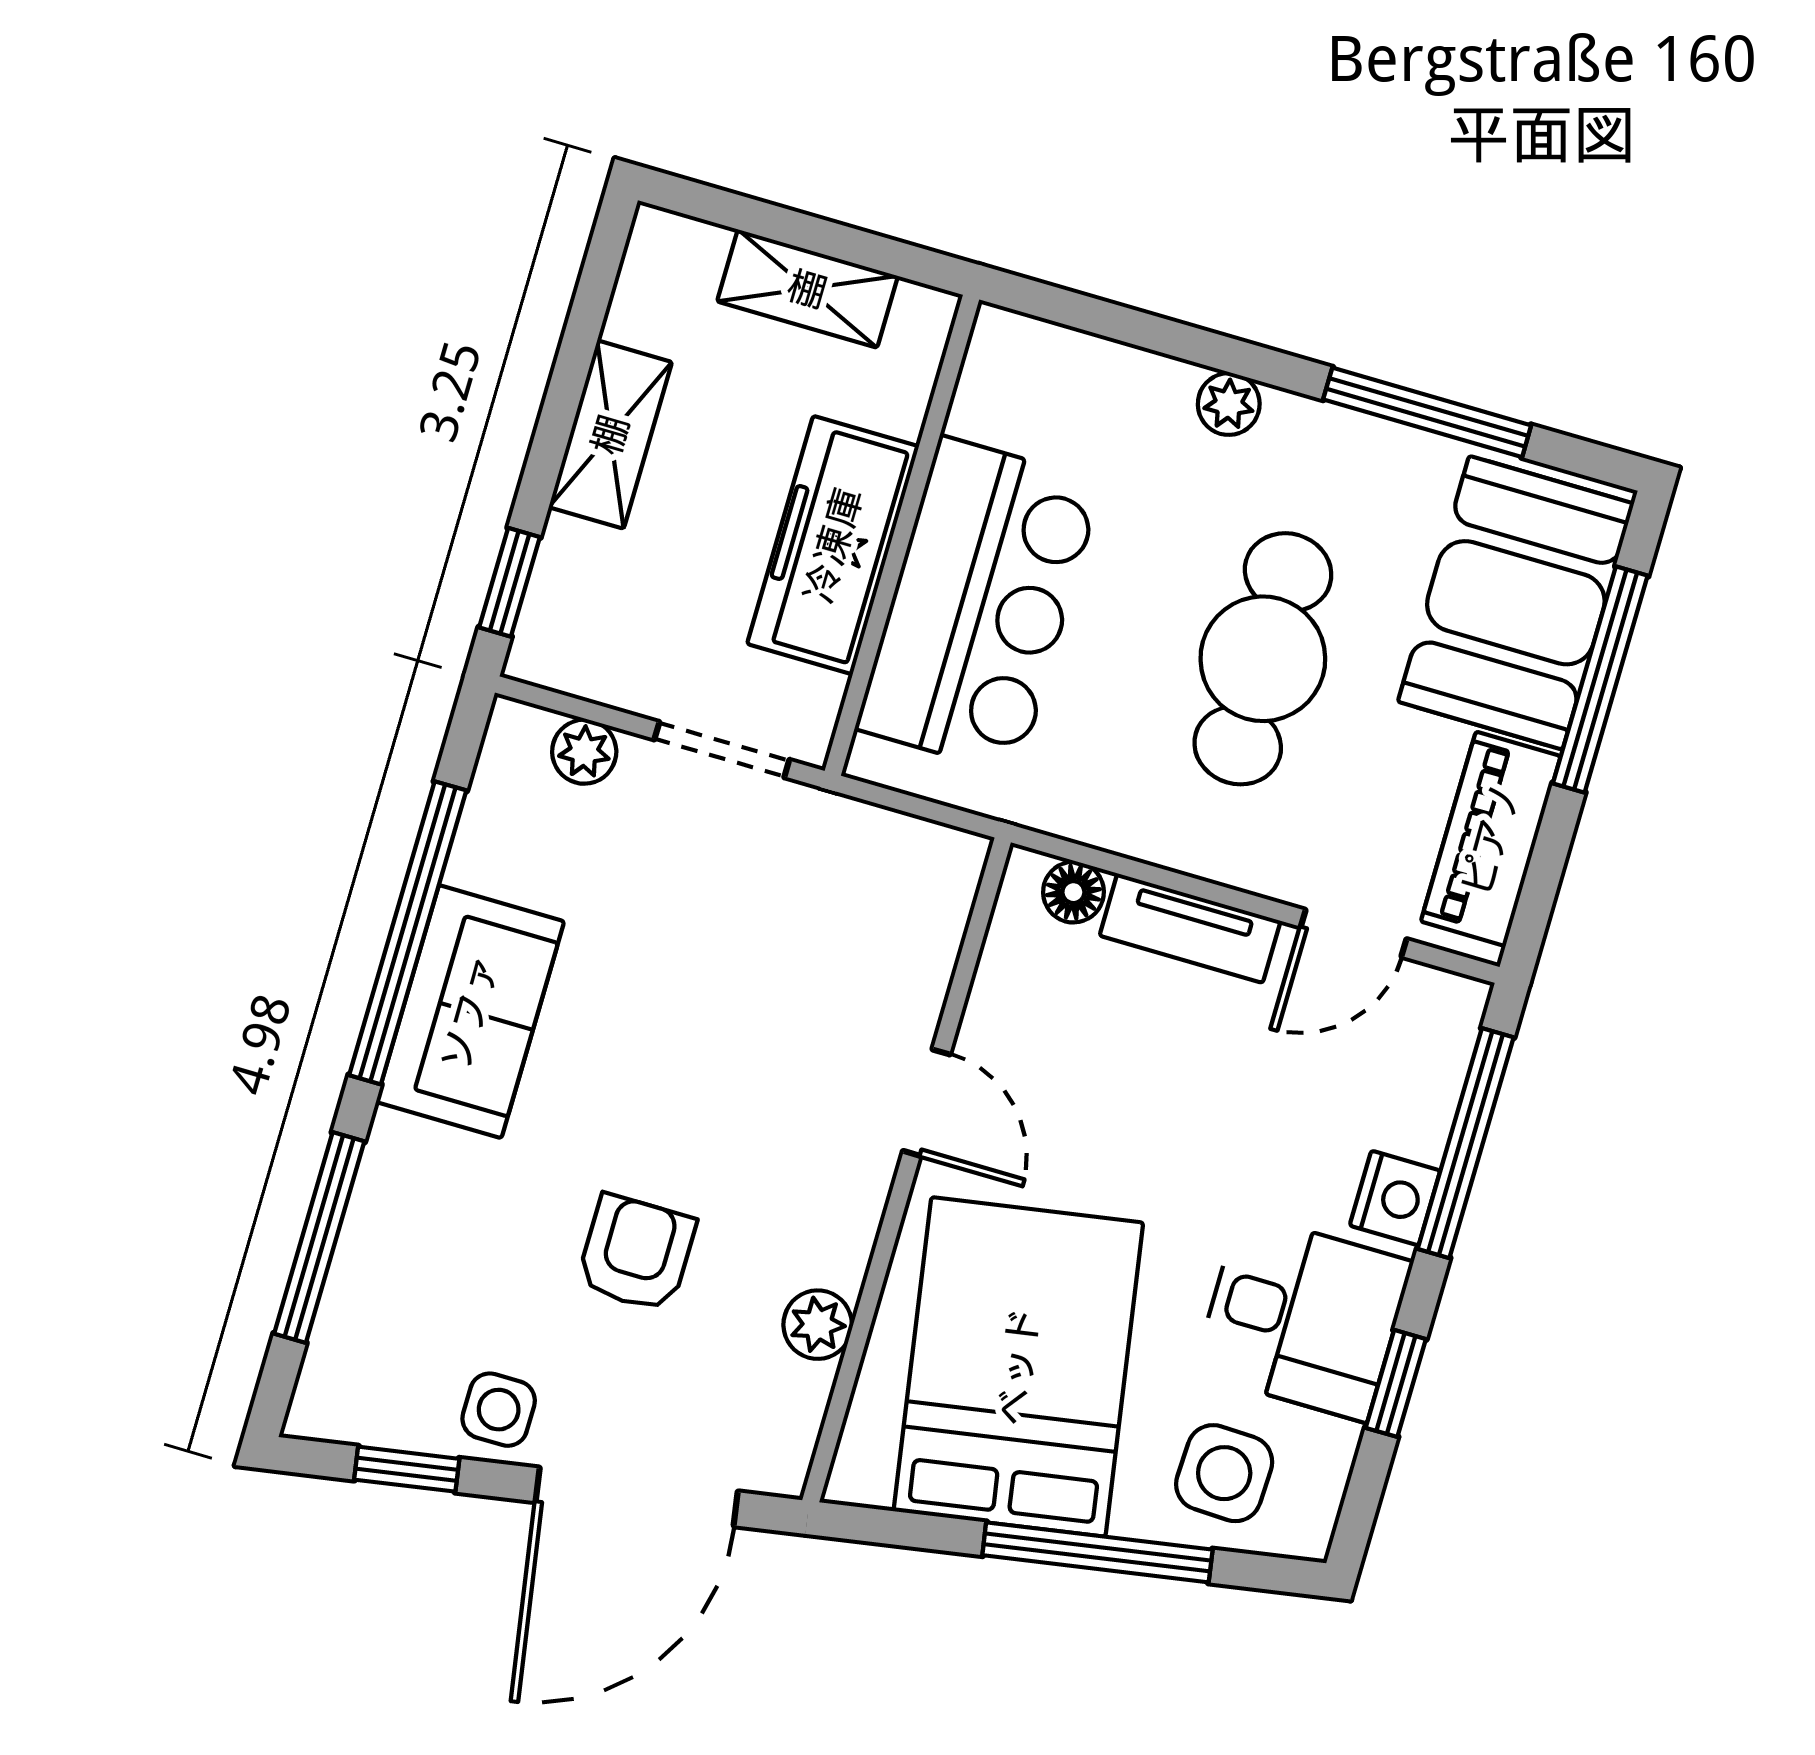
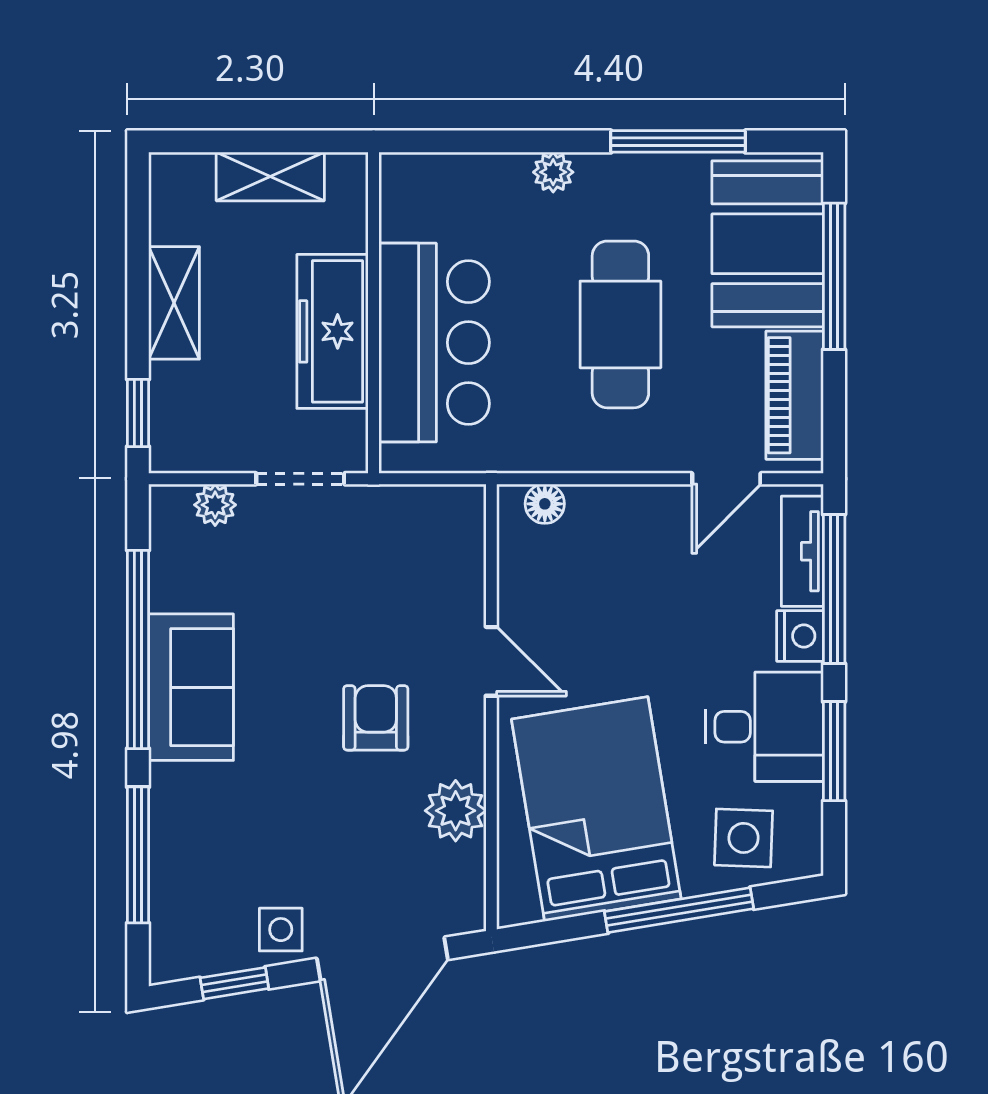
tv unit: (1190, 928) -> (802, 551), moved, turned 90
armchair: (636, 1253) -> (376, 718), moved
plant: (818, 1325) -> (456, 811), width x1.38, depth x1.38
window: (1396, 1383) -> (834, 751), width x1.50

